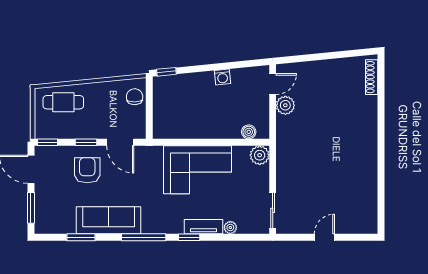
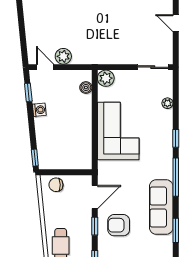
window: (243, 64) -> (28, 92), added
tv unit: (204, 227) -> (167, 126), removed

